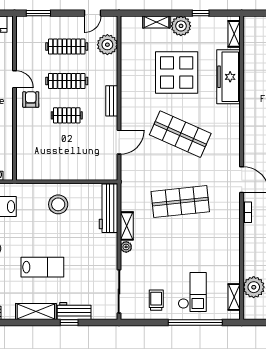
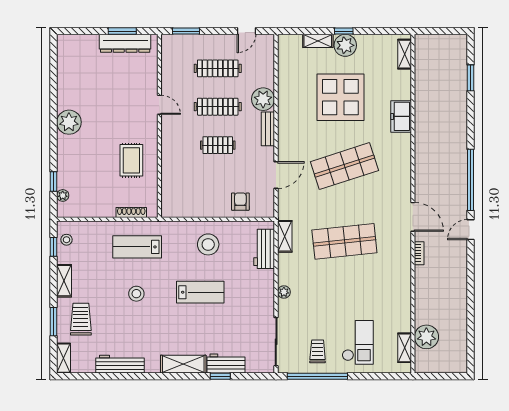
window: (201, 13) -> (344, 31), moved
plant: (107, 45) -> (263, 99), moved
freezer: (229, 77) -> (401, 116), width x0.52, depth x0.79
armchair: (31, 100) -> (240, 202), moved
shop shelf: (180, 134) -> (344, 166), turned -42
workbench: (108, 208) -> (264, 249), width x0.73
shelving: (127, 226) -> (285, 236), moved
lab bench: (42, 267) -> (200, 292), moved
window: (195, 323) -> (317, 376), moved

